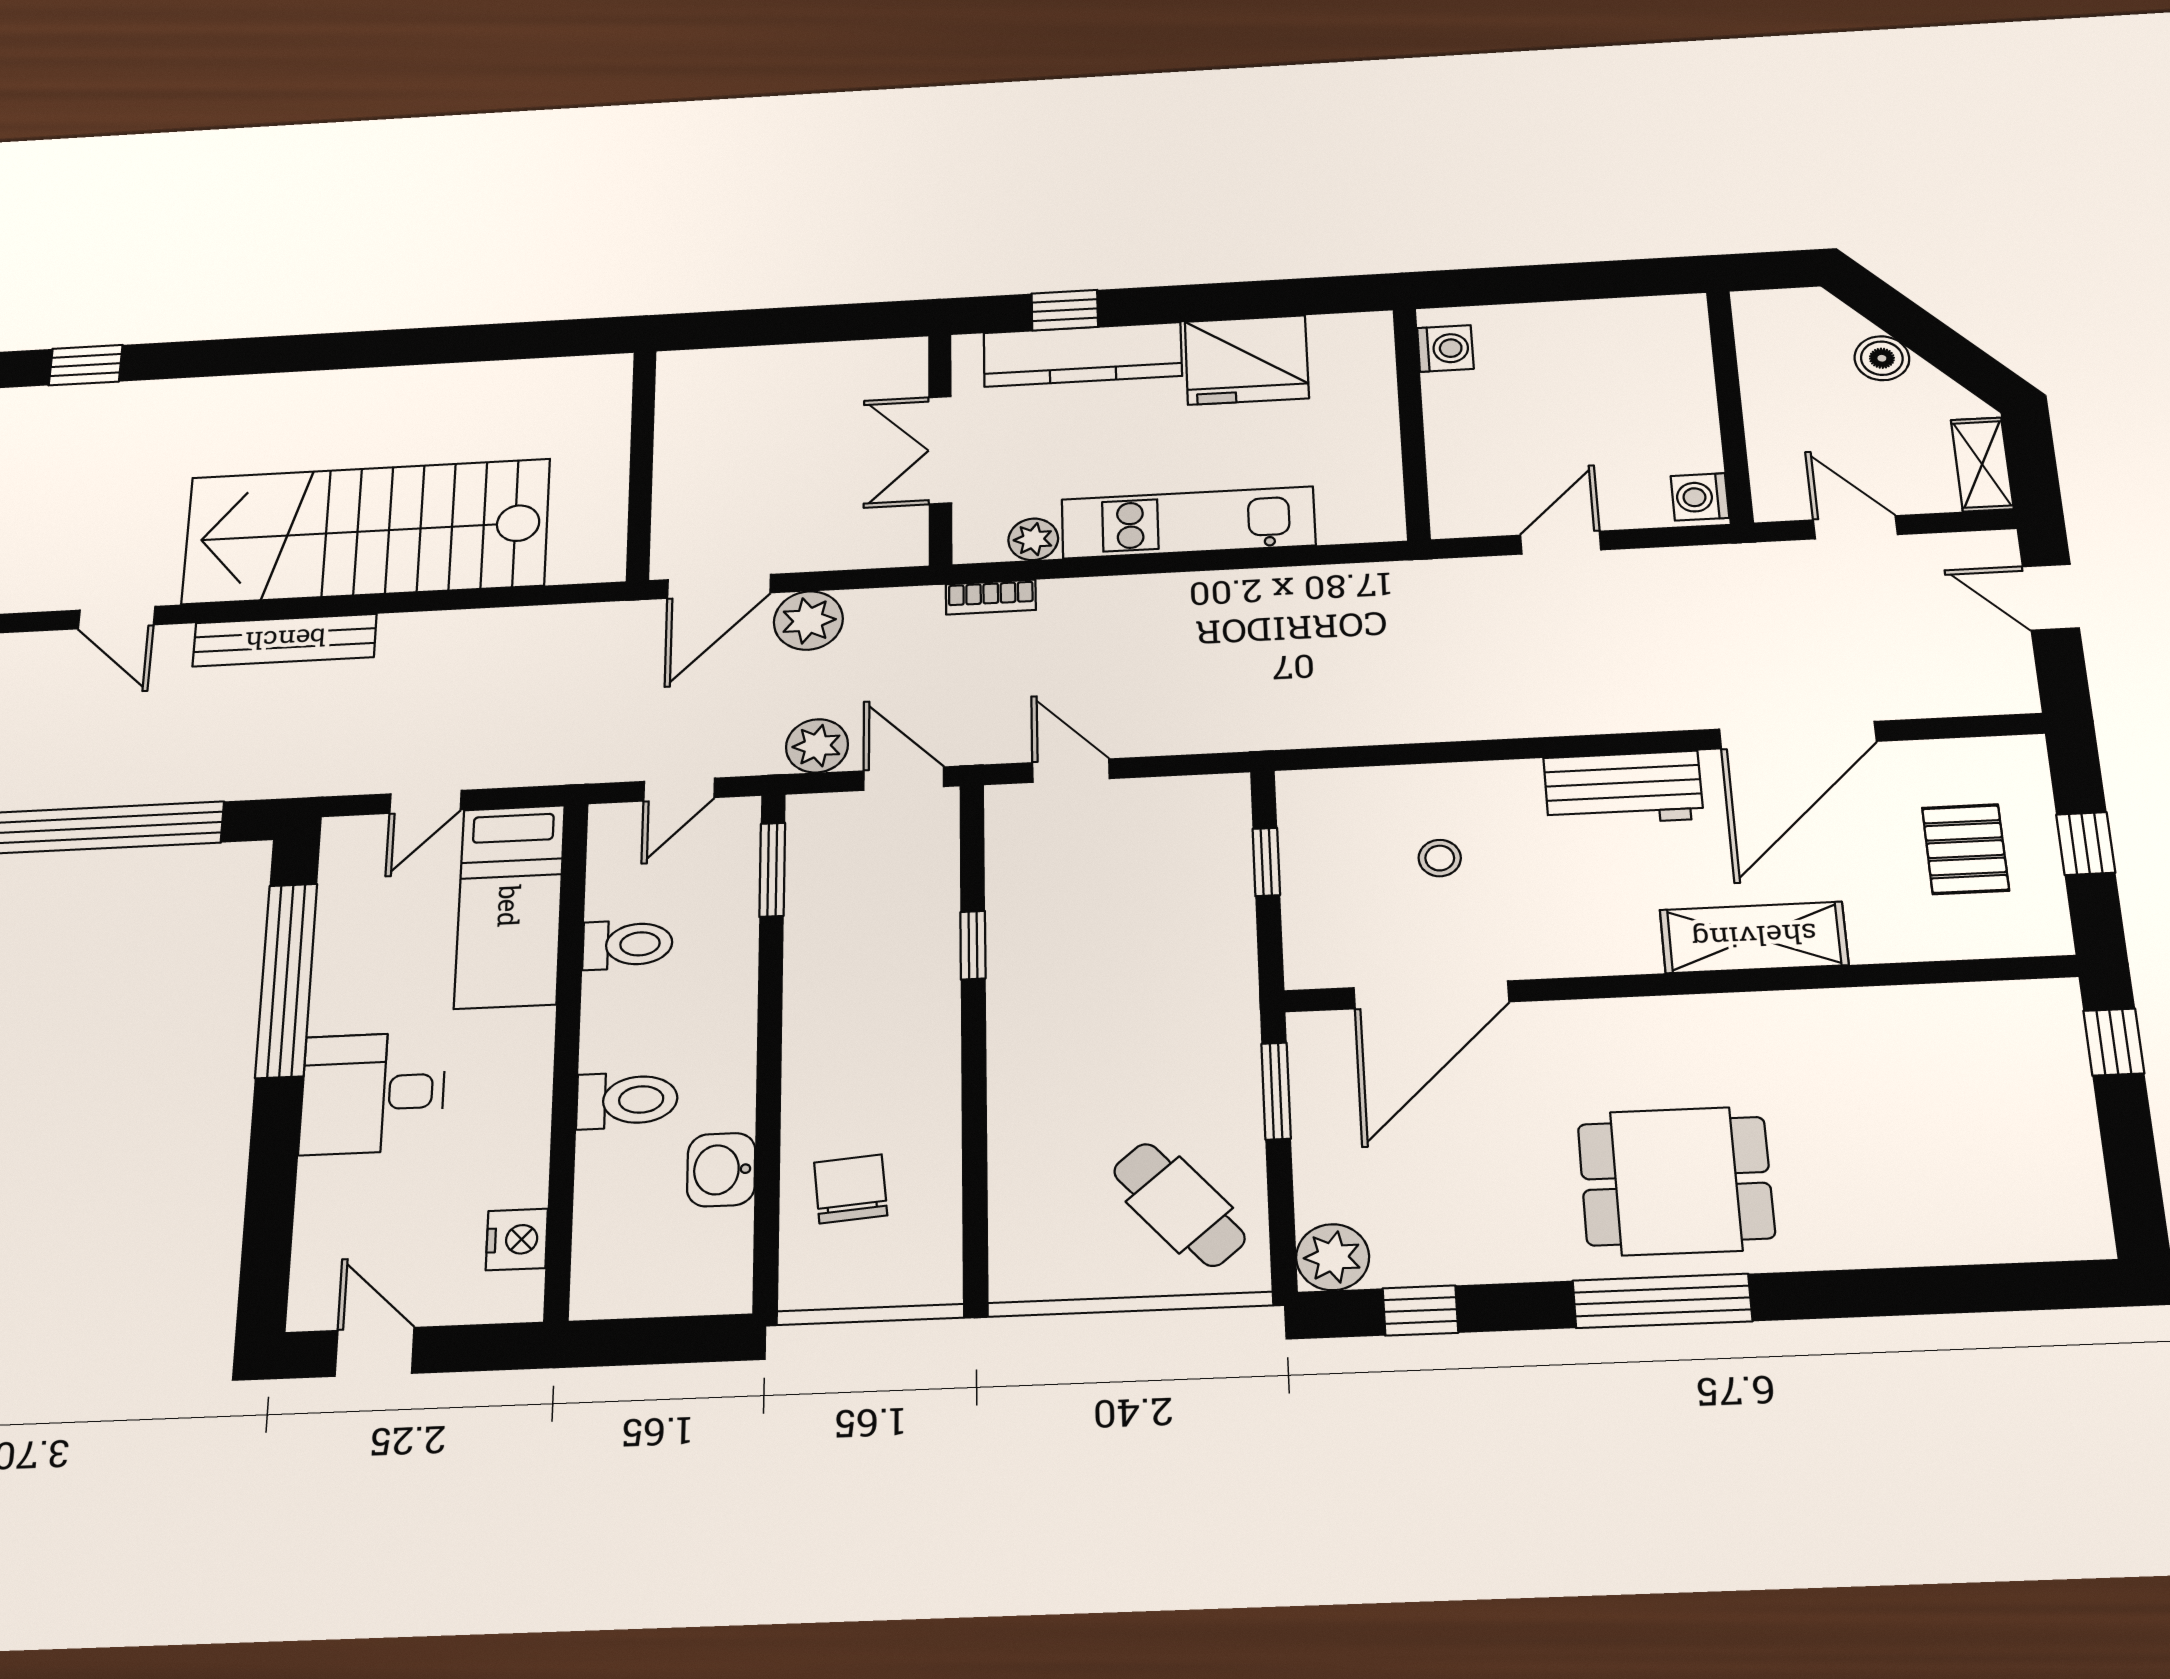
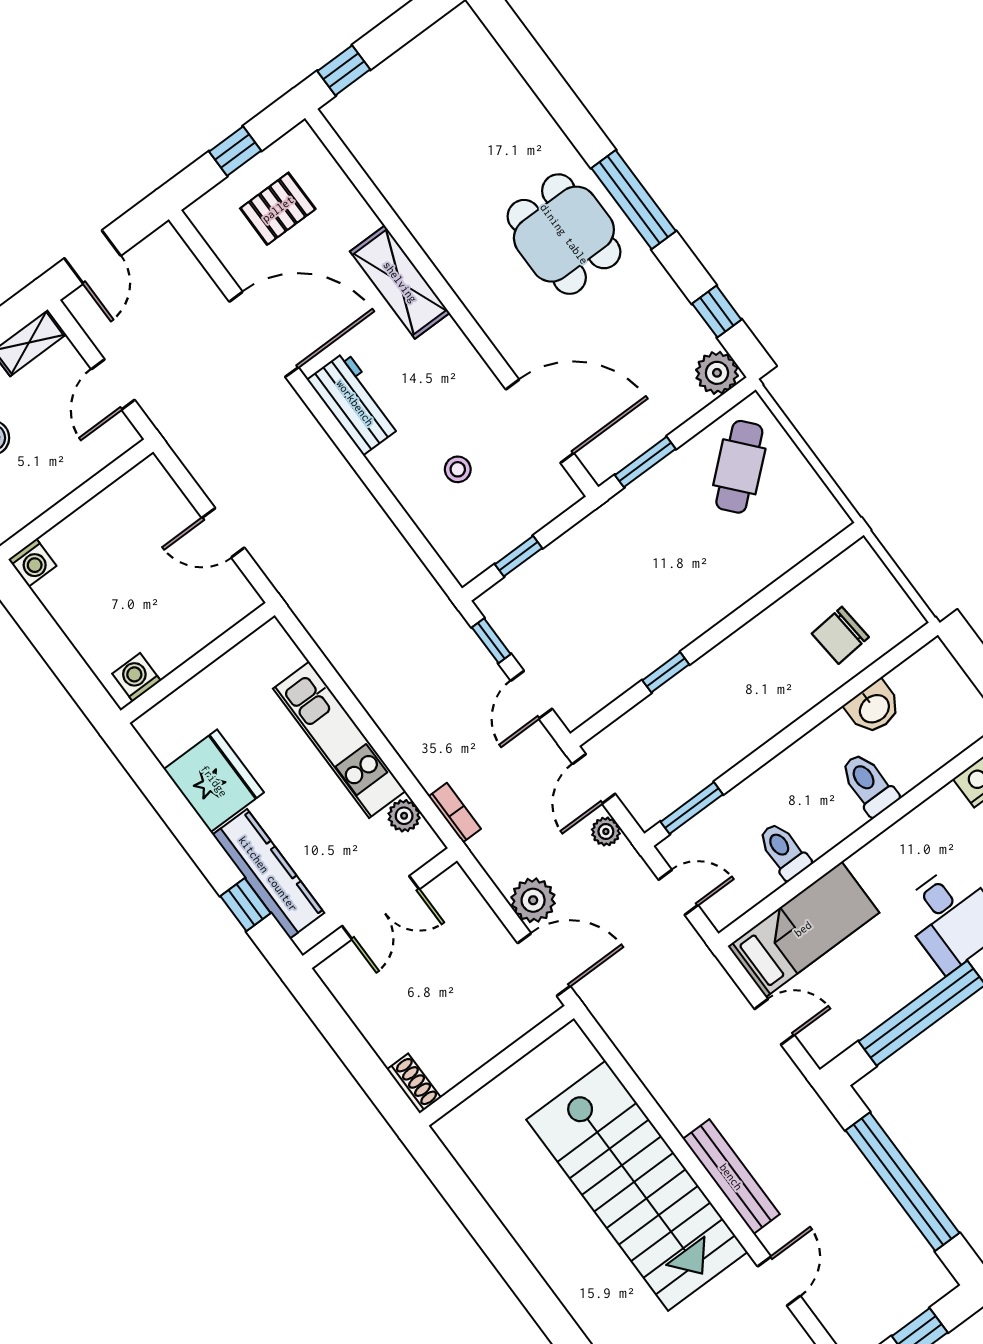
shoe rack: (697, 366) -> (414, 1083), added
washing machine: (1700, 497) -> (33, 562), moved
plant: (817, 746) -> (606, 832), width x0.73, depth x0.73
window: (1179, 765) -> (491, 641), added

